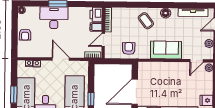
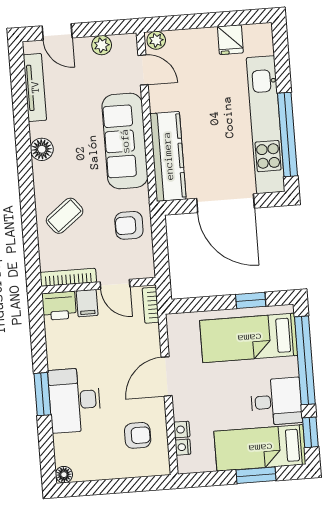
coffee table: (146, 21) -> (65, 216), moved
armchair: (25, 35) -> (138, 435), moved
sofa: (166, 50) -> (125, 141), width x1.36
kitchen counter: (157, 68) -> (168, 156), added

